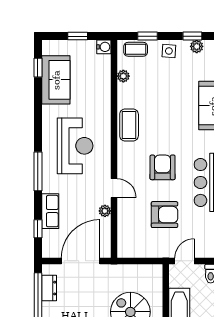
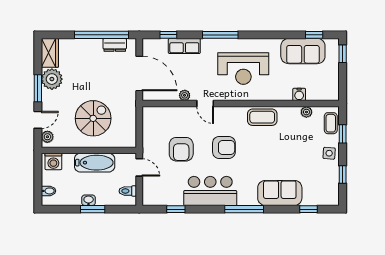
window: (78, 36) -> (343, 54), moved
plant: (197, 46) -> (333, 178), removed
water cooler: (104, 47) -> (299, 94), moved
door: (114, 188) -> (205, 104), hinge flipped

